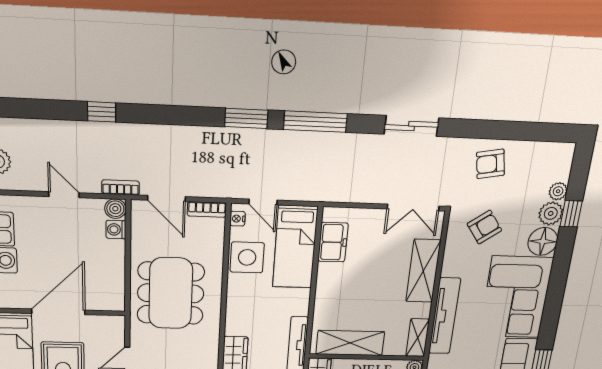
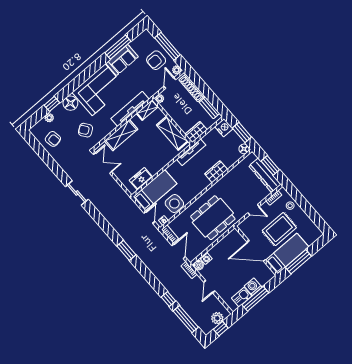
window: (315, 122) -> (186, 319), moved
armchair: (490, 164) -> (53, 139), moved
plant: (551, 213) -> (59, 112), removed

